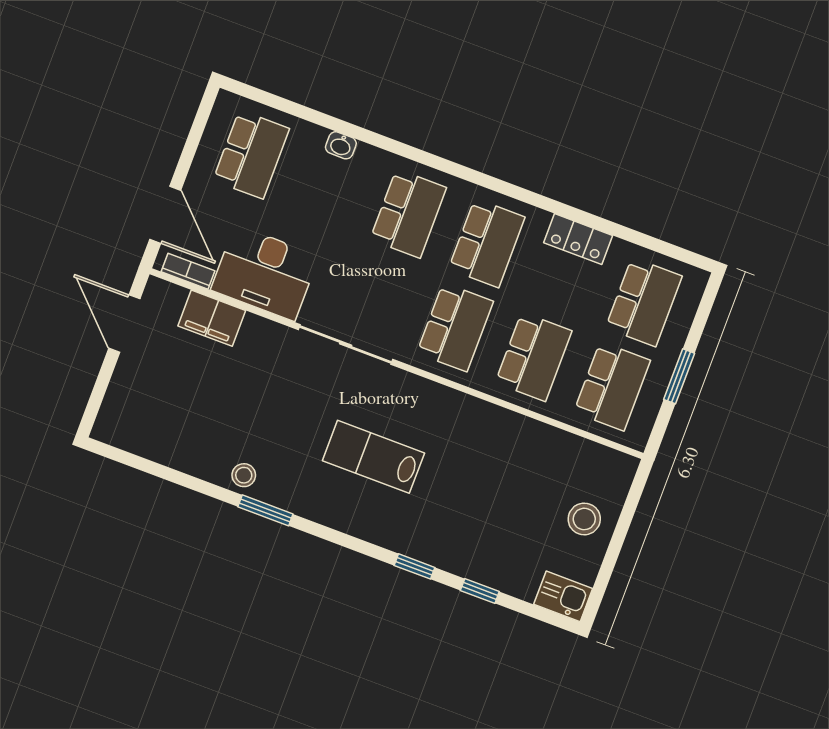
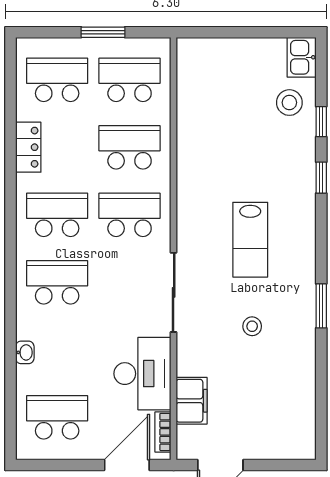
stool: (244, 475) -> (252, 326), moved
stool: (584, 519) -> (289, 103), moved

